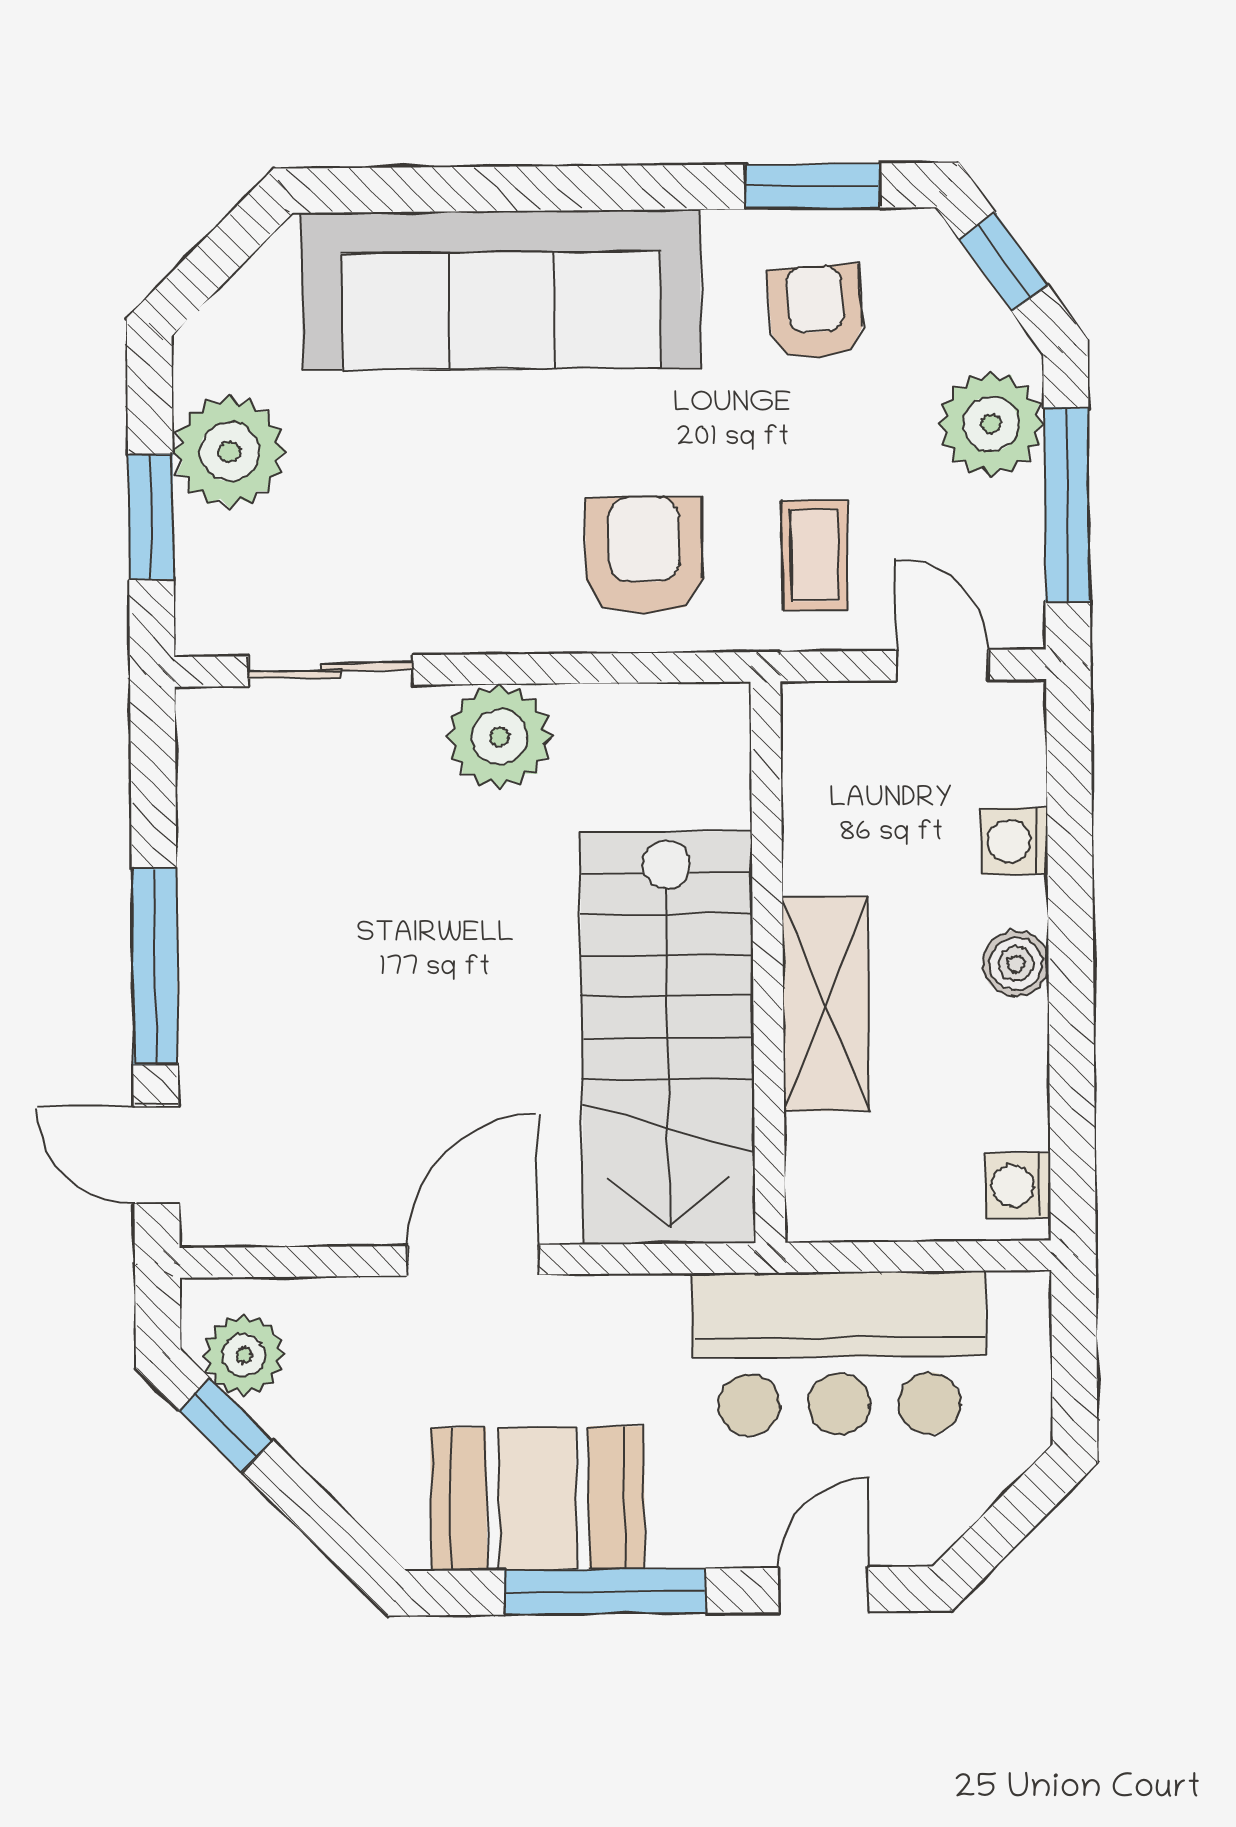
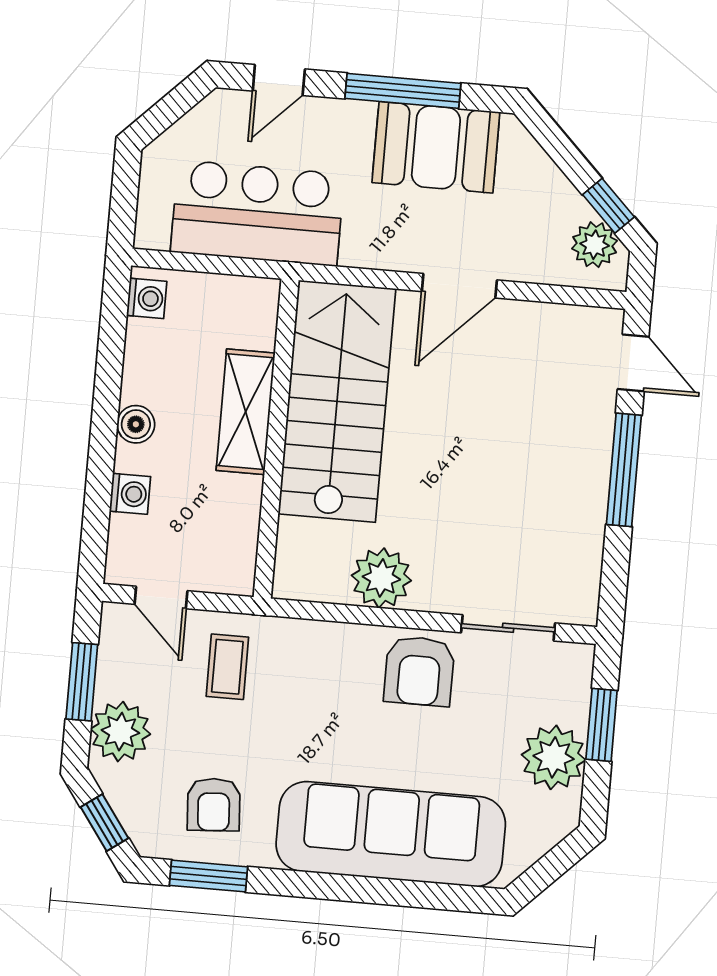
window: (1067, 504) -> (82, 682), width x0.69
armchair: (644, 556) -> (419, 671), moved
plant: (499, 737) -> (381, 578), moved

